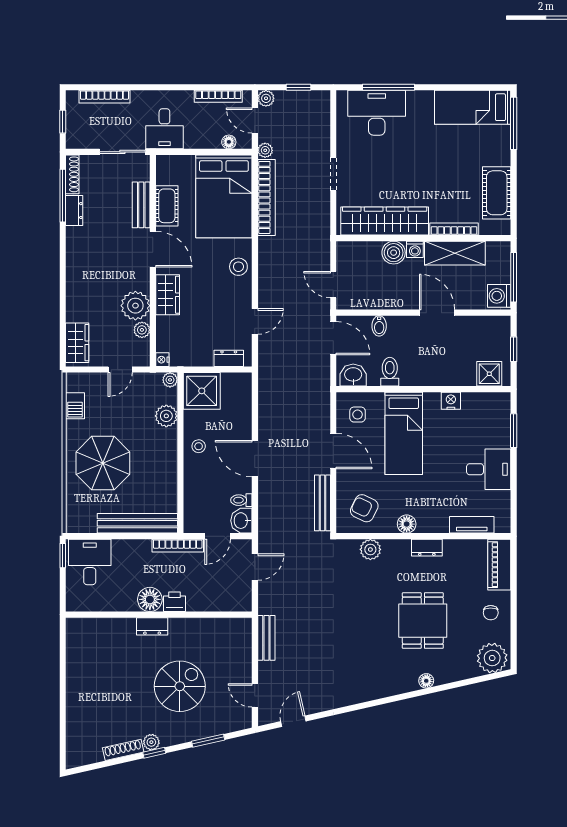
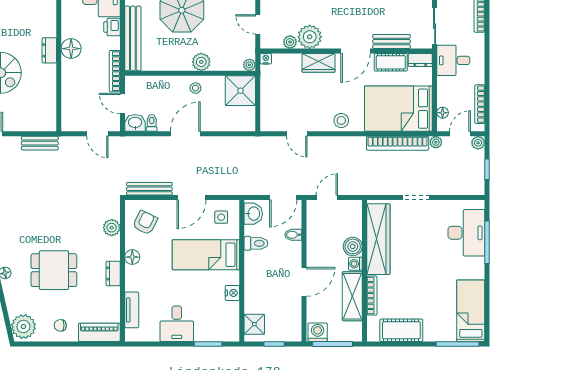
dresser: (229, 358) -> (420, 60), moved, turned 90
plant: (166, 416) -> (201, 62), moved
printer: (175, 602) -> (112, 27), moved, turned 180

